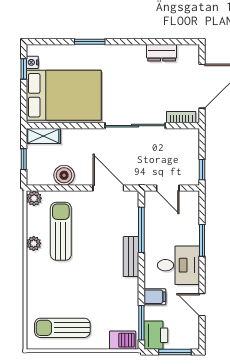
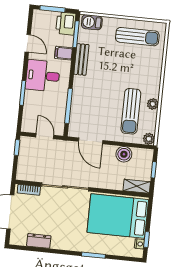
bench: (131, 257) -> (81, 59), moved

